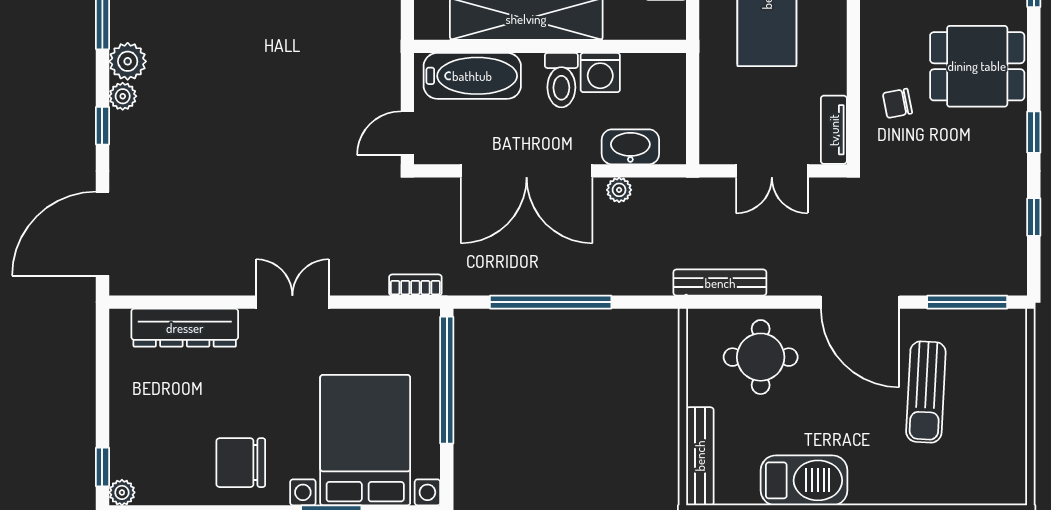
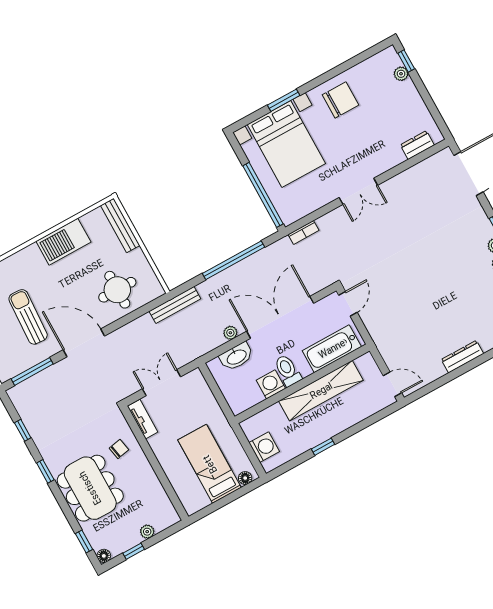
dining table: (977, 66) -> (90, 488), width x1.37
bench: (720, 283) -> (175, 305), moved
dresser: (185, 328) -> (417, 145), width x0.51, depth x0.80
plant: (122, 492) -> (401, 74), moved

